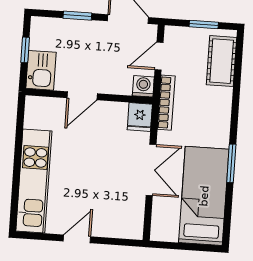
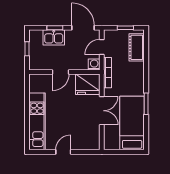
kitchen sink: (41, 70) -> (54, 37), moved, turned 90
fridge: (140, 117) -> (88, 84), width x1.88, depth x1.34

